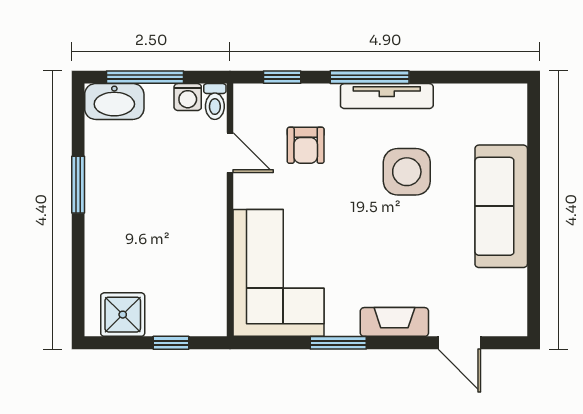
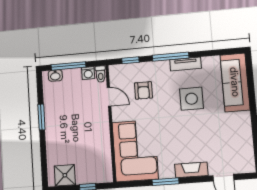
tv unit: (387, 96) -> (186, 64), width x0.71
washbasin: (114, 101) -> (55, 76), width x0.52, depth x0.69
sofa: (501, 206) -> (235, 82), moved

